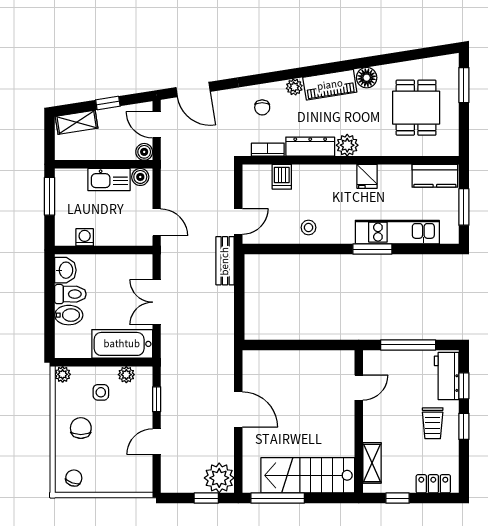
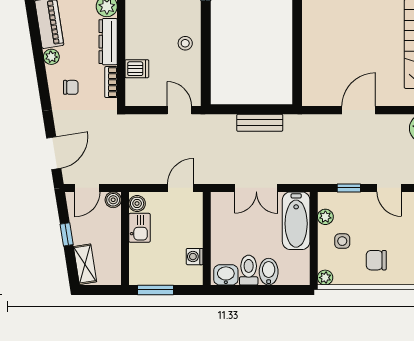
kitchen sink: (109, 180) -> (140, 228), width x0.73
bench: (225, 261) -> (260, 123), moved

